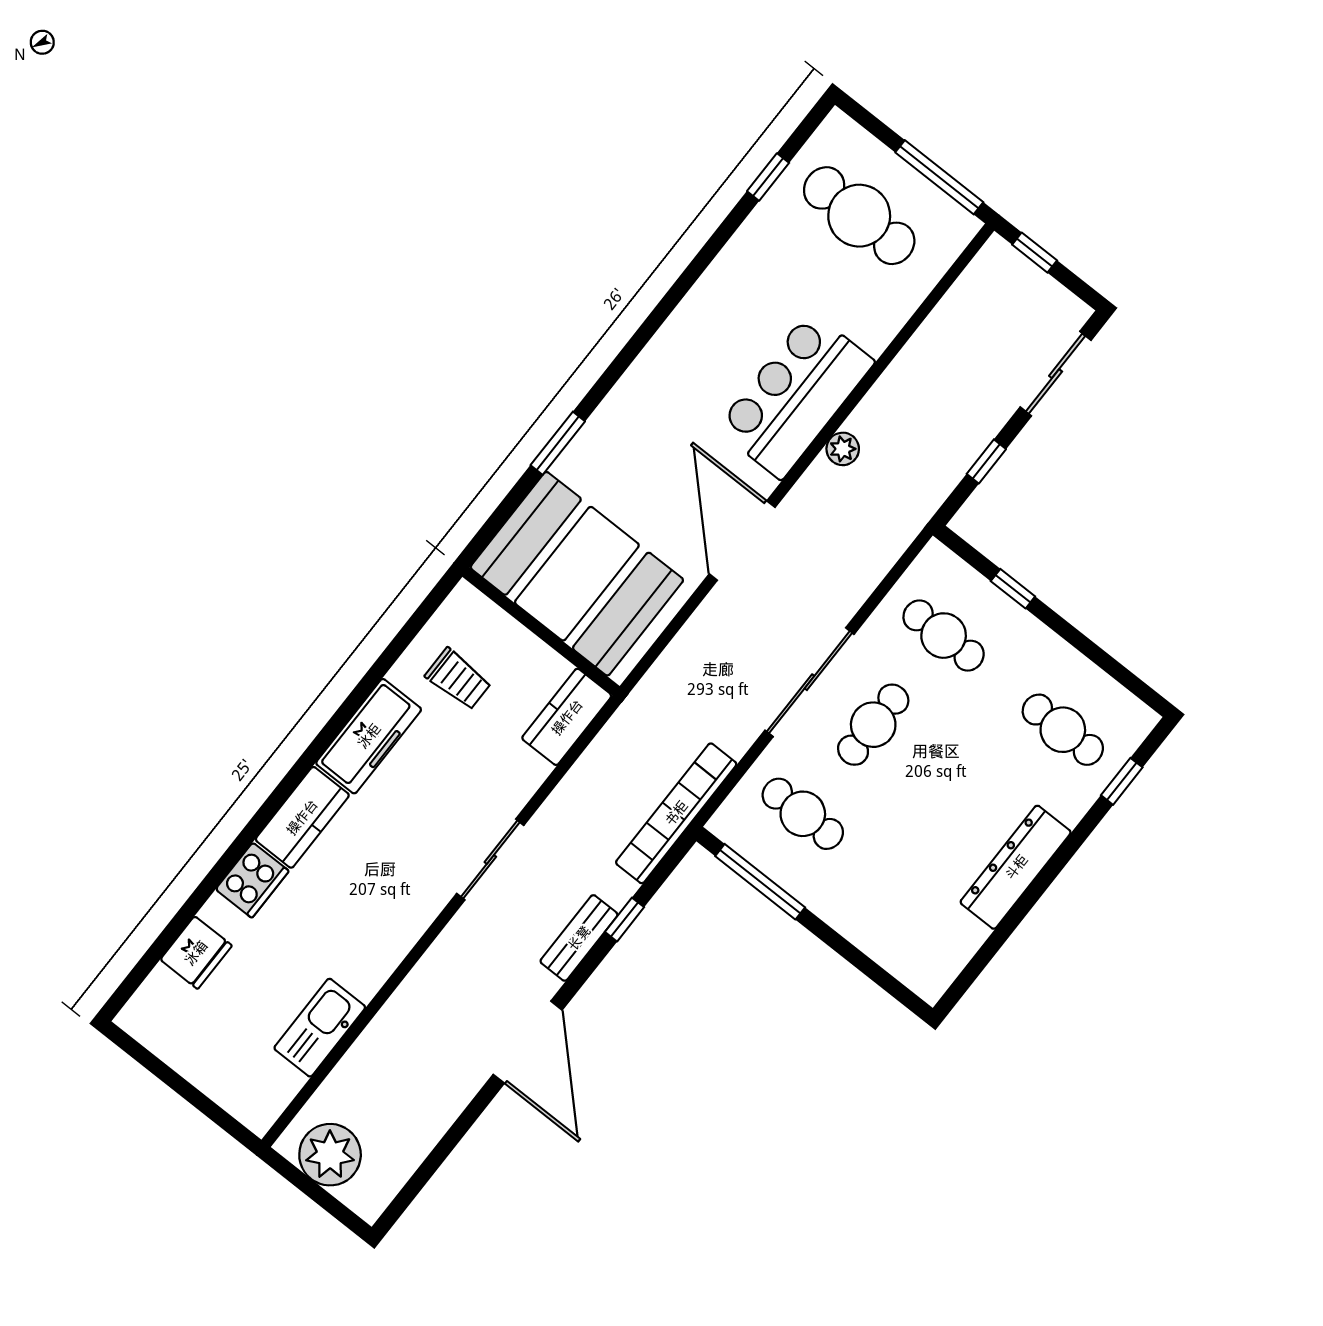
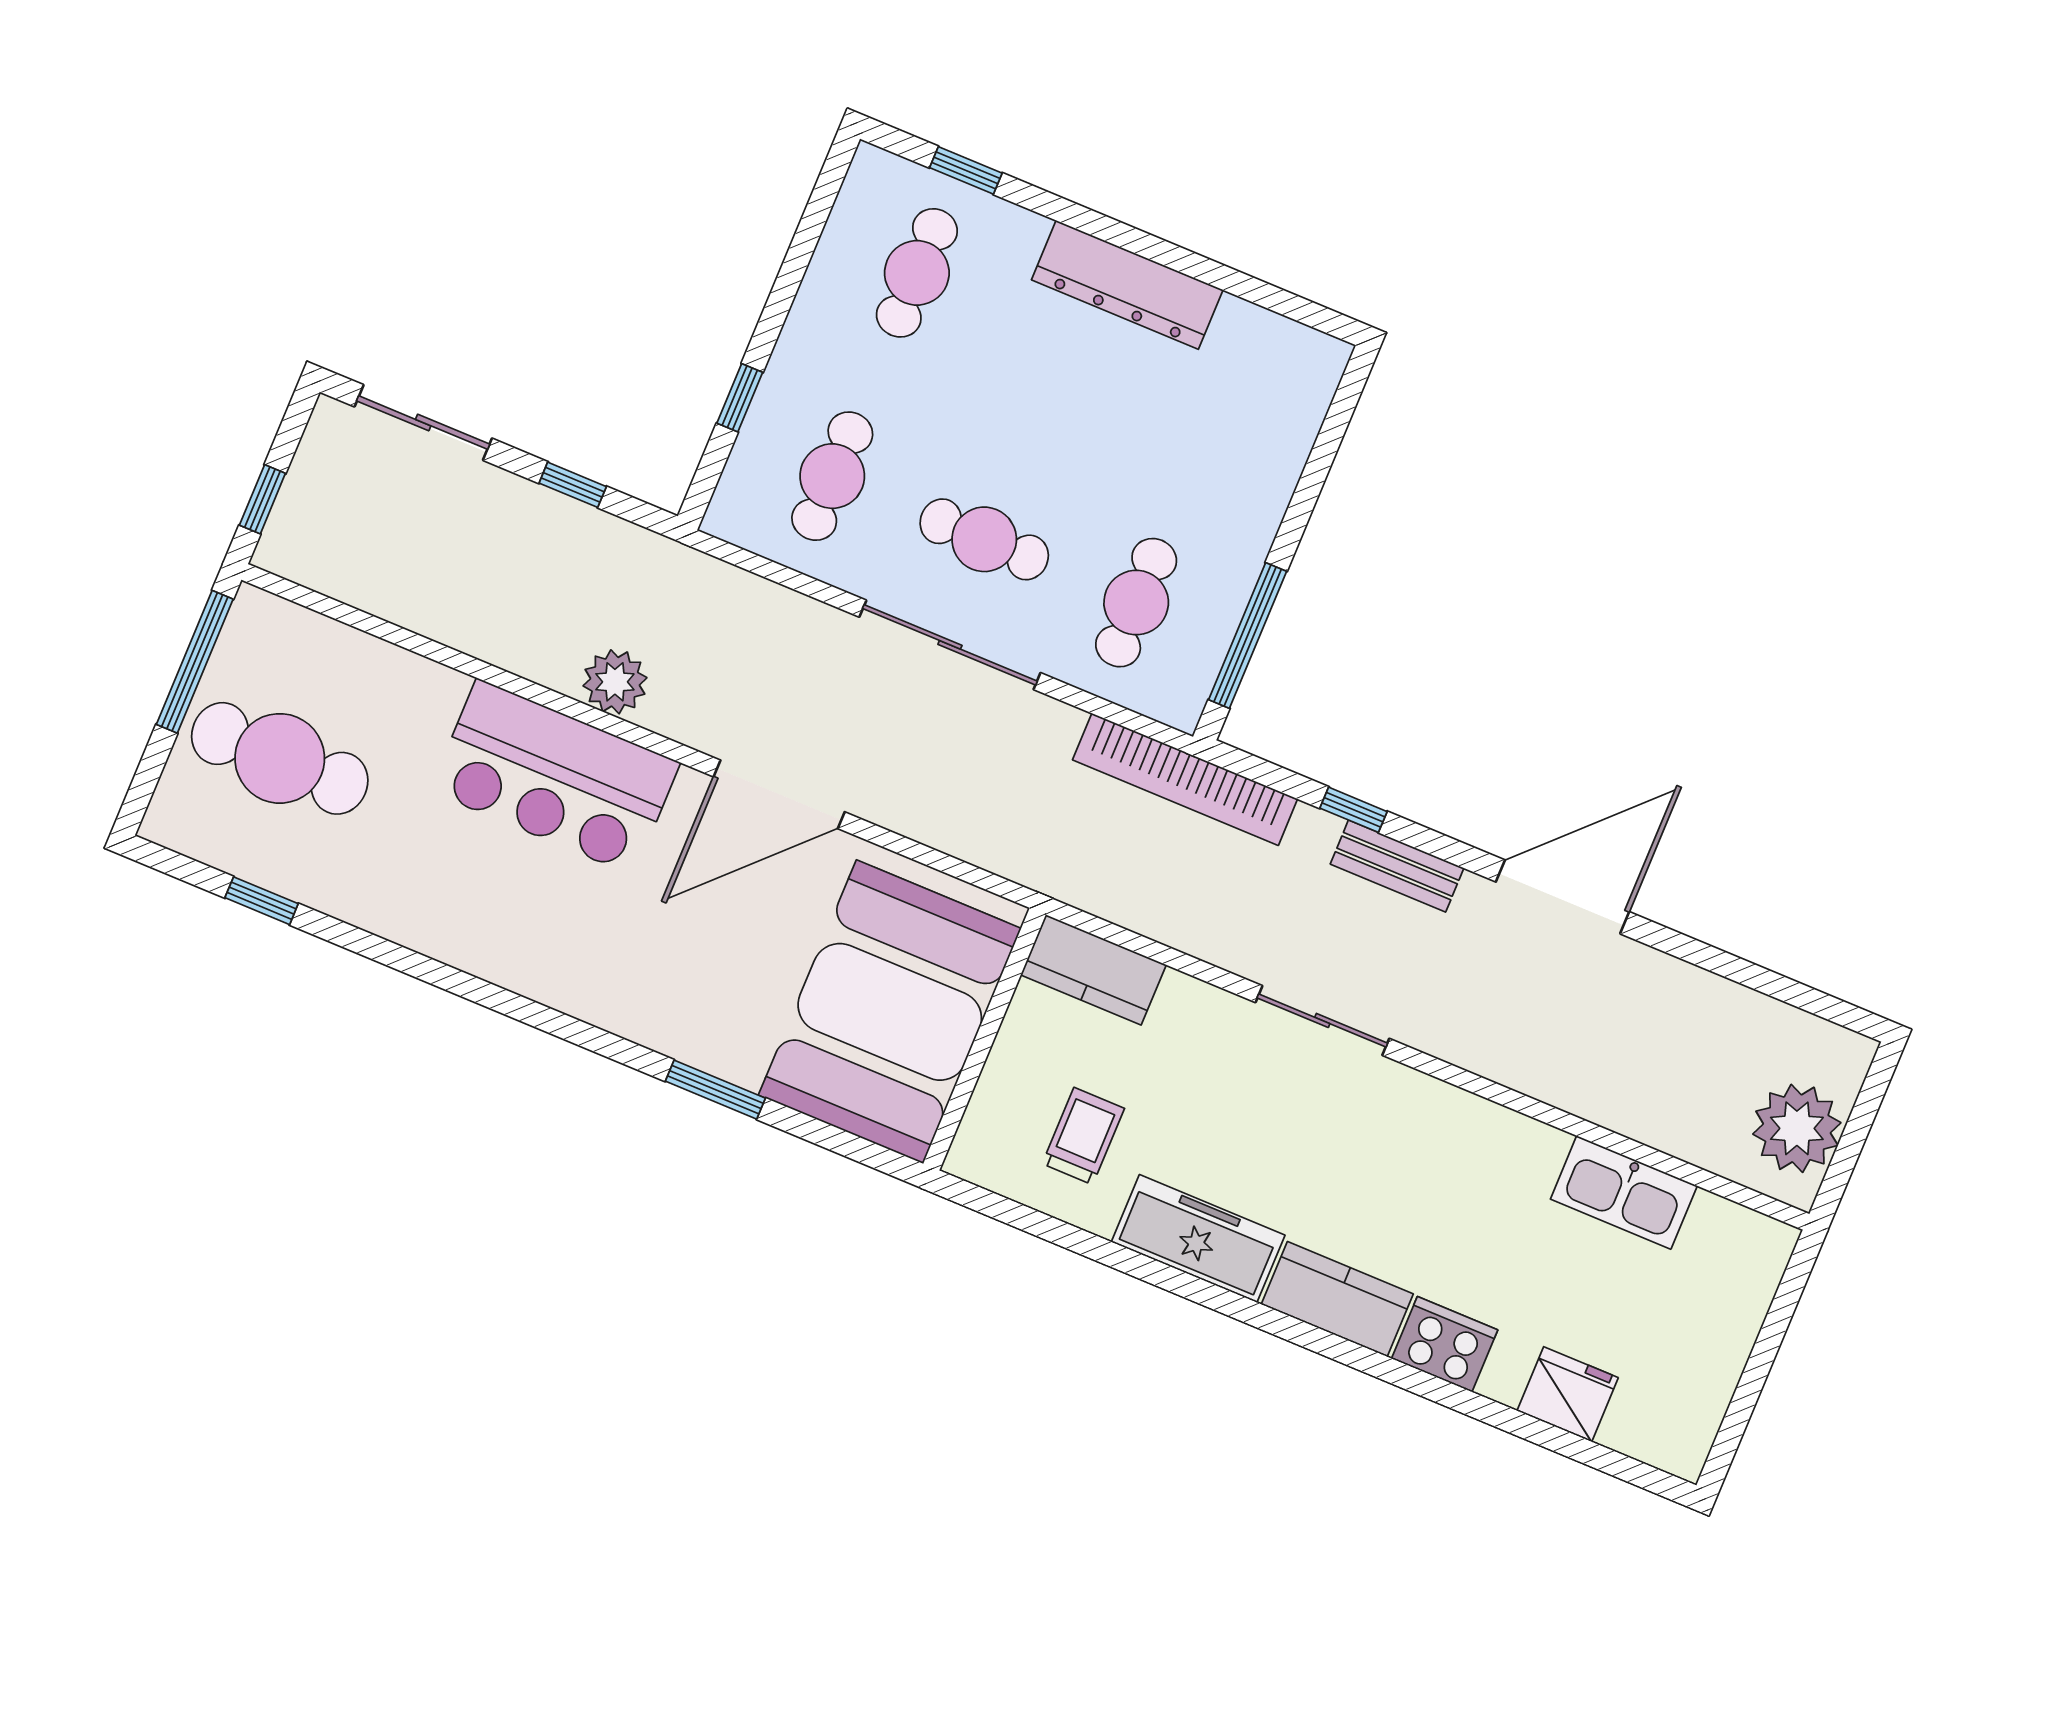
cafe table: (859, 216) -> (280, 758), turned 90
plant: (843, 449) -> (615, 682), width x1.38, depth x1.38

